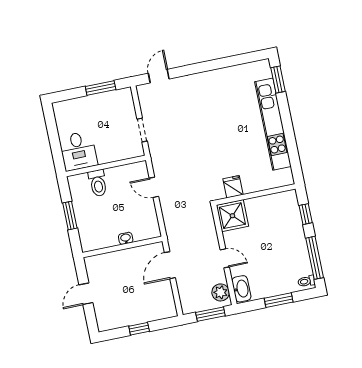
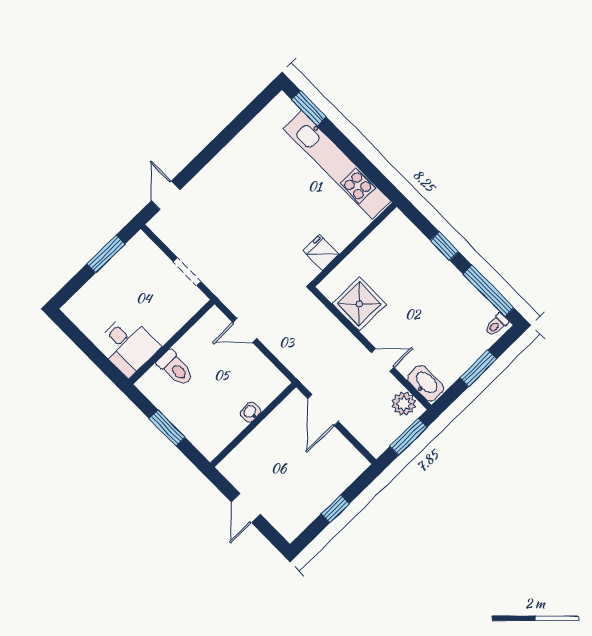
fridge: (233, 187) -> (321, 252), moved
wall: (255, 195) -> (354, 244), moved

